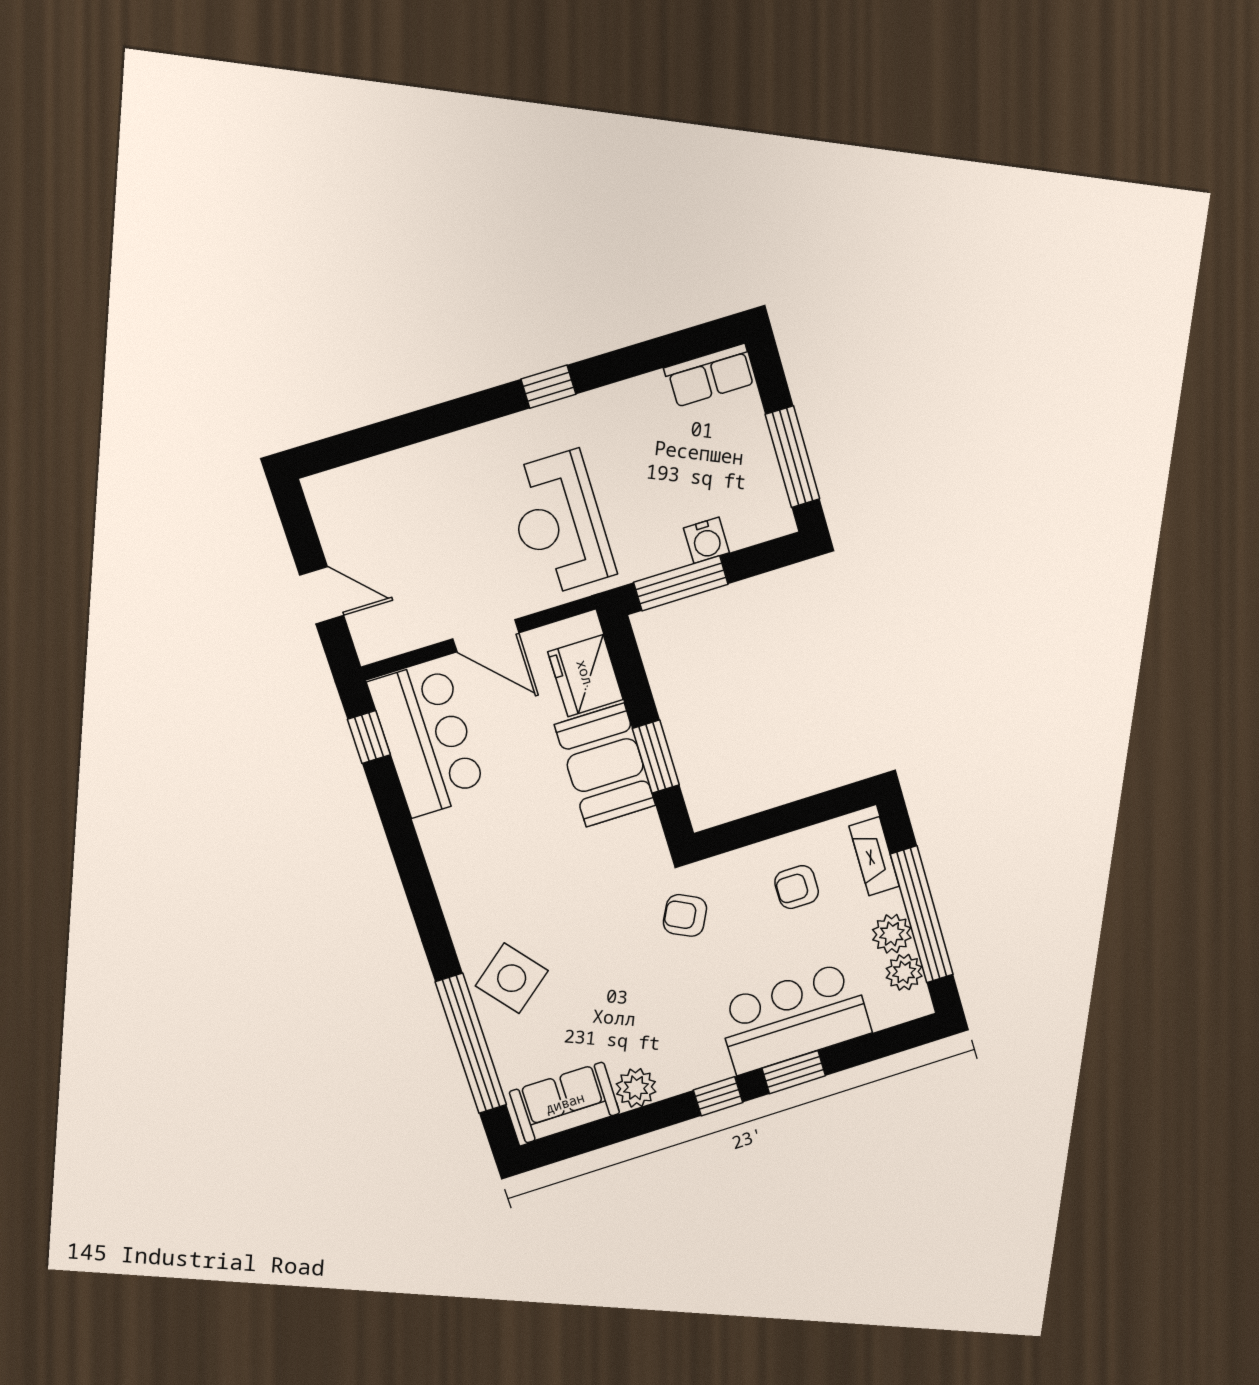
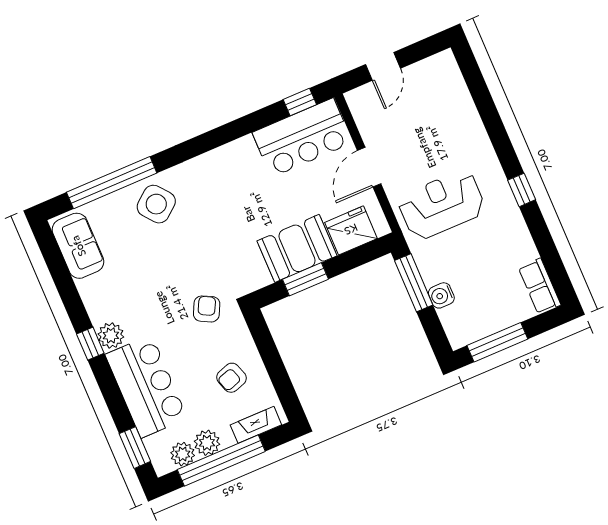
armchair: (797, 887) -> (232, 378), turned -108
window: (794, 1072) -> (135, 448), moved
plant: (636, 1088) -> (111, 335), moved

